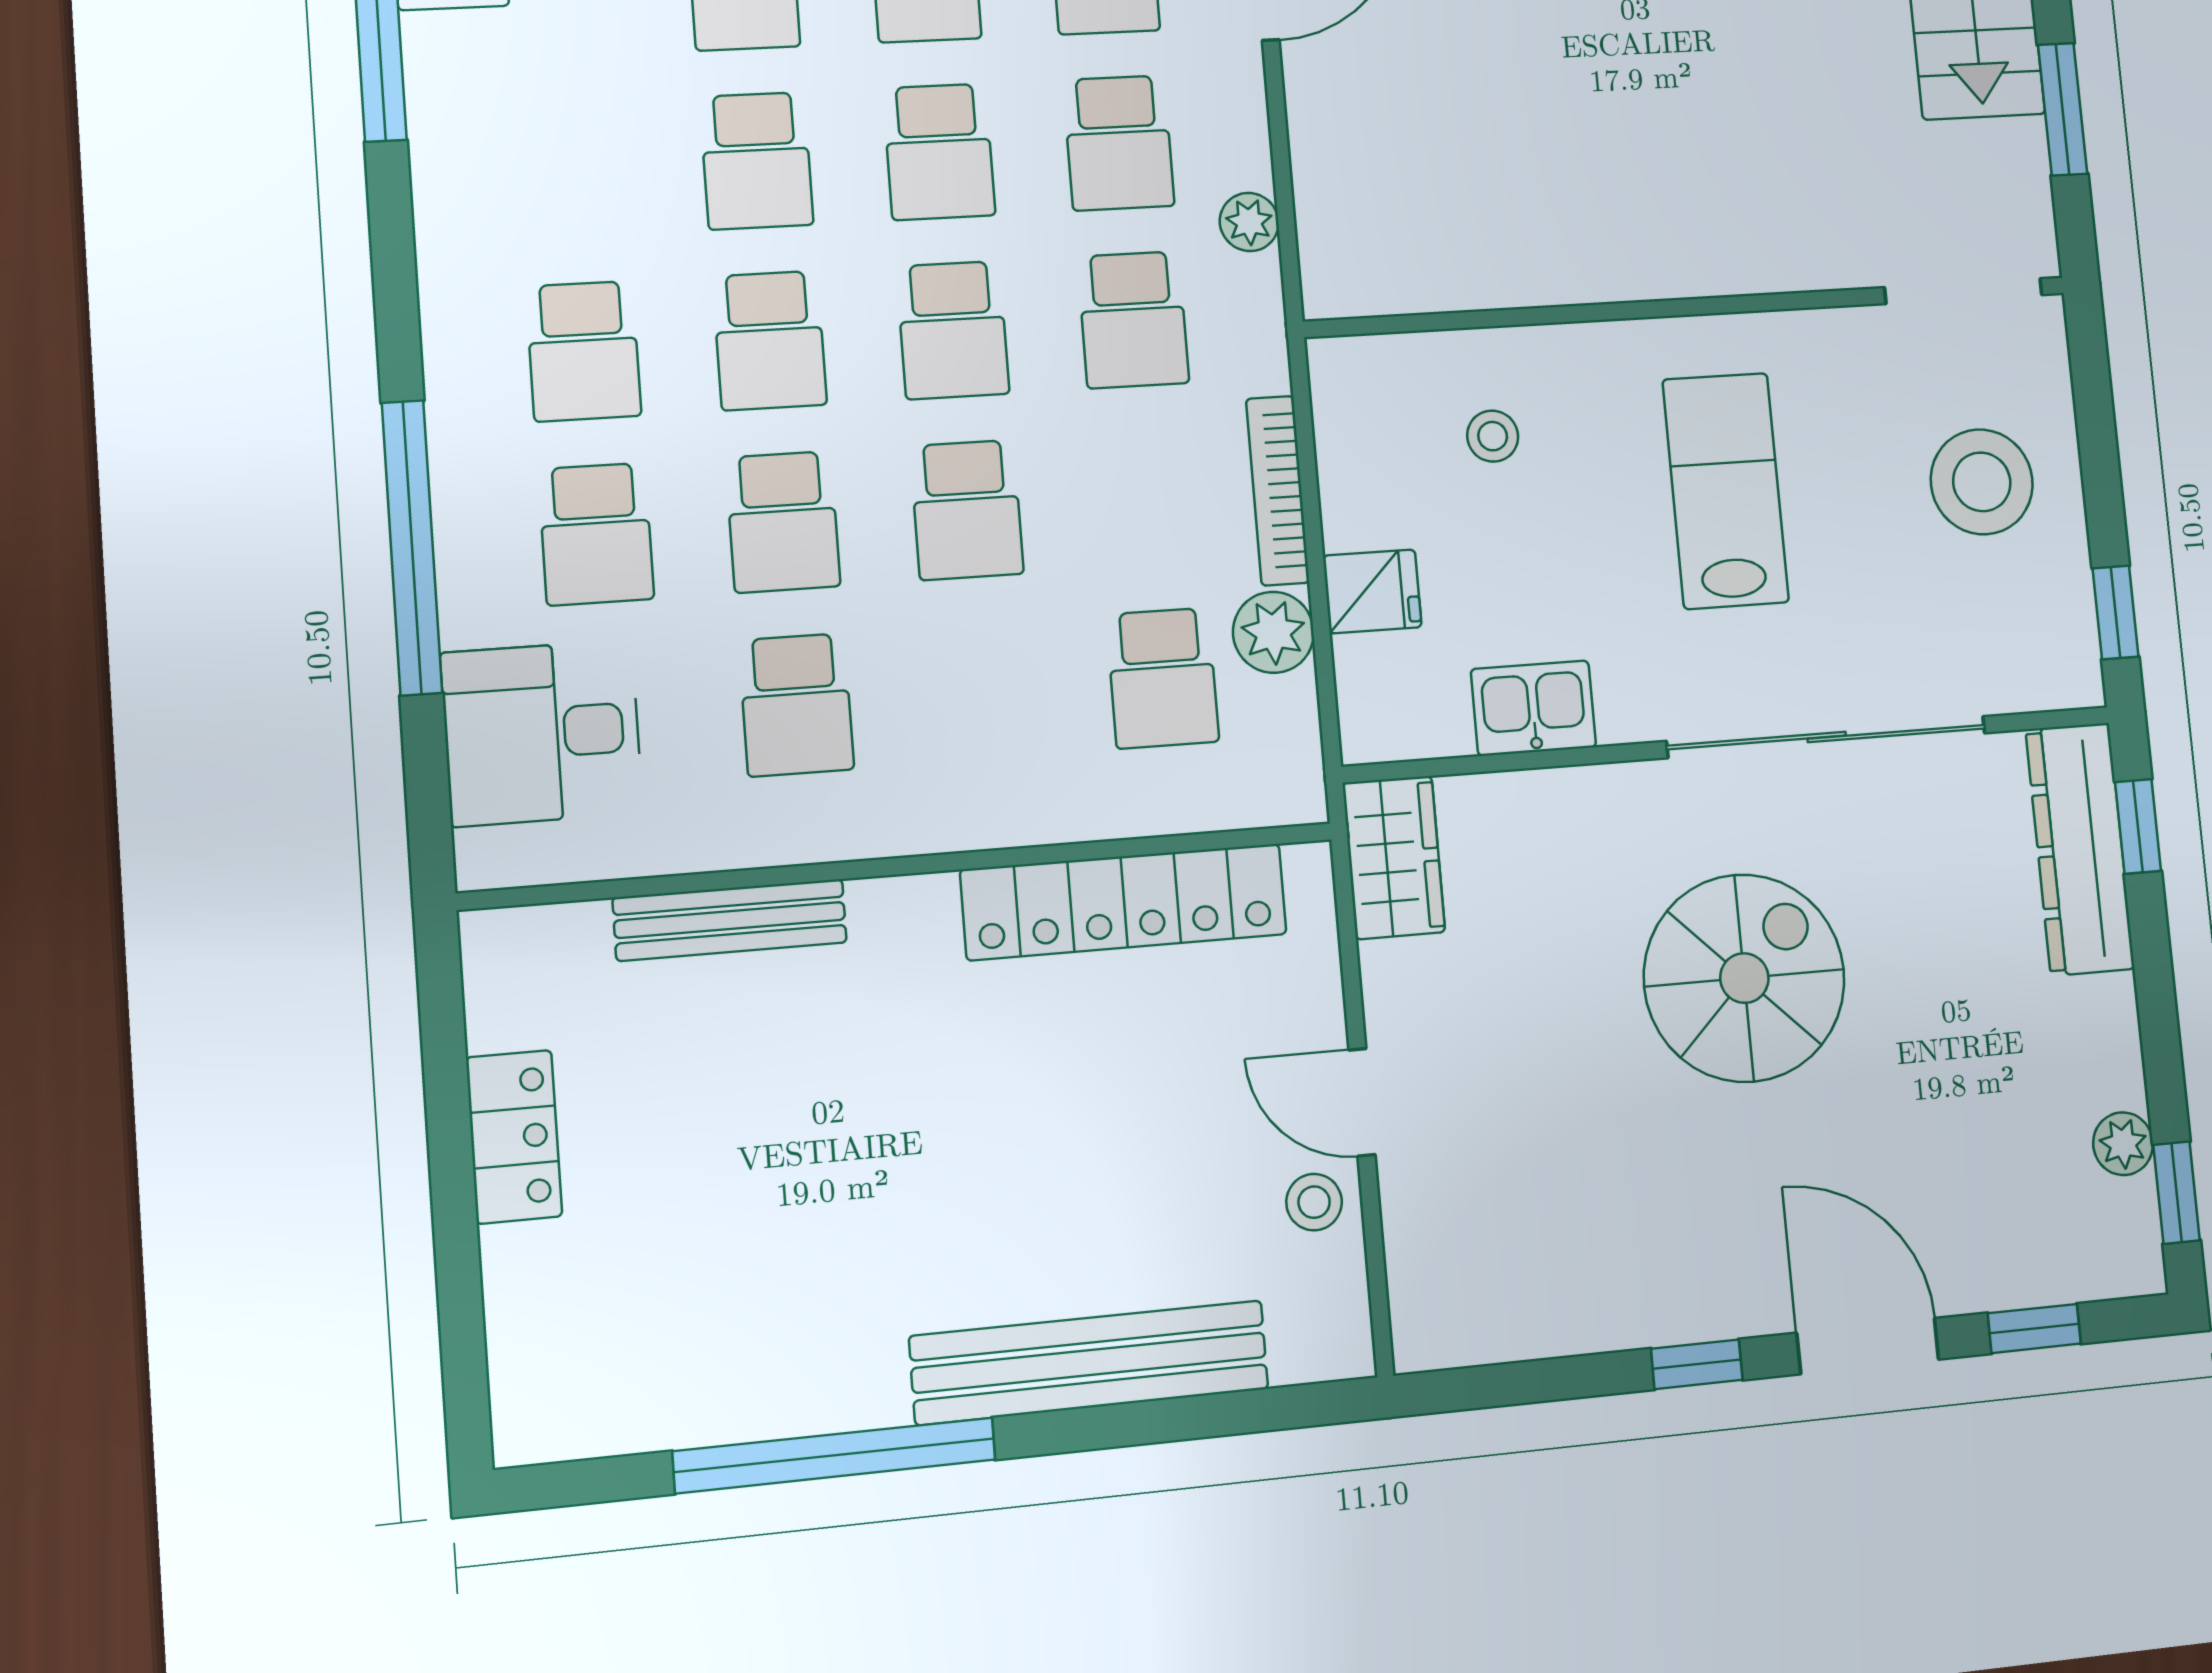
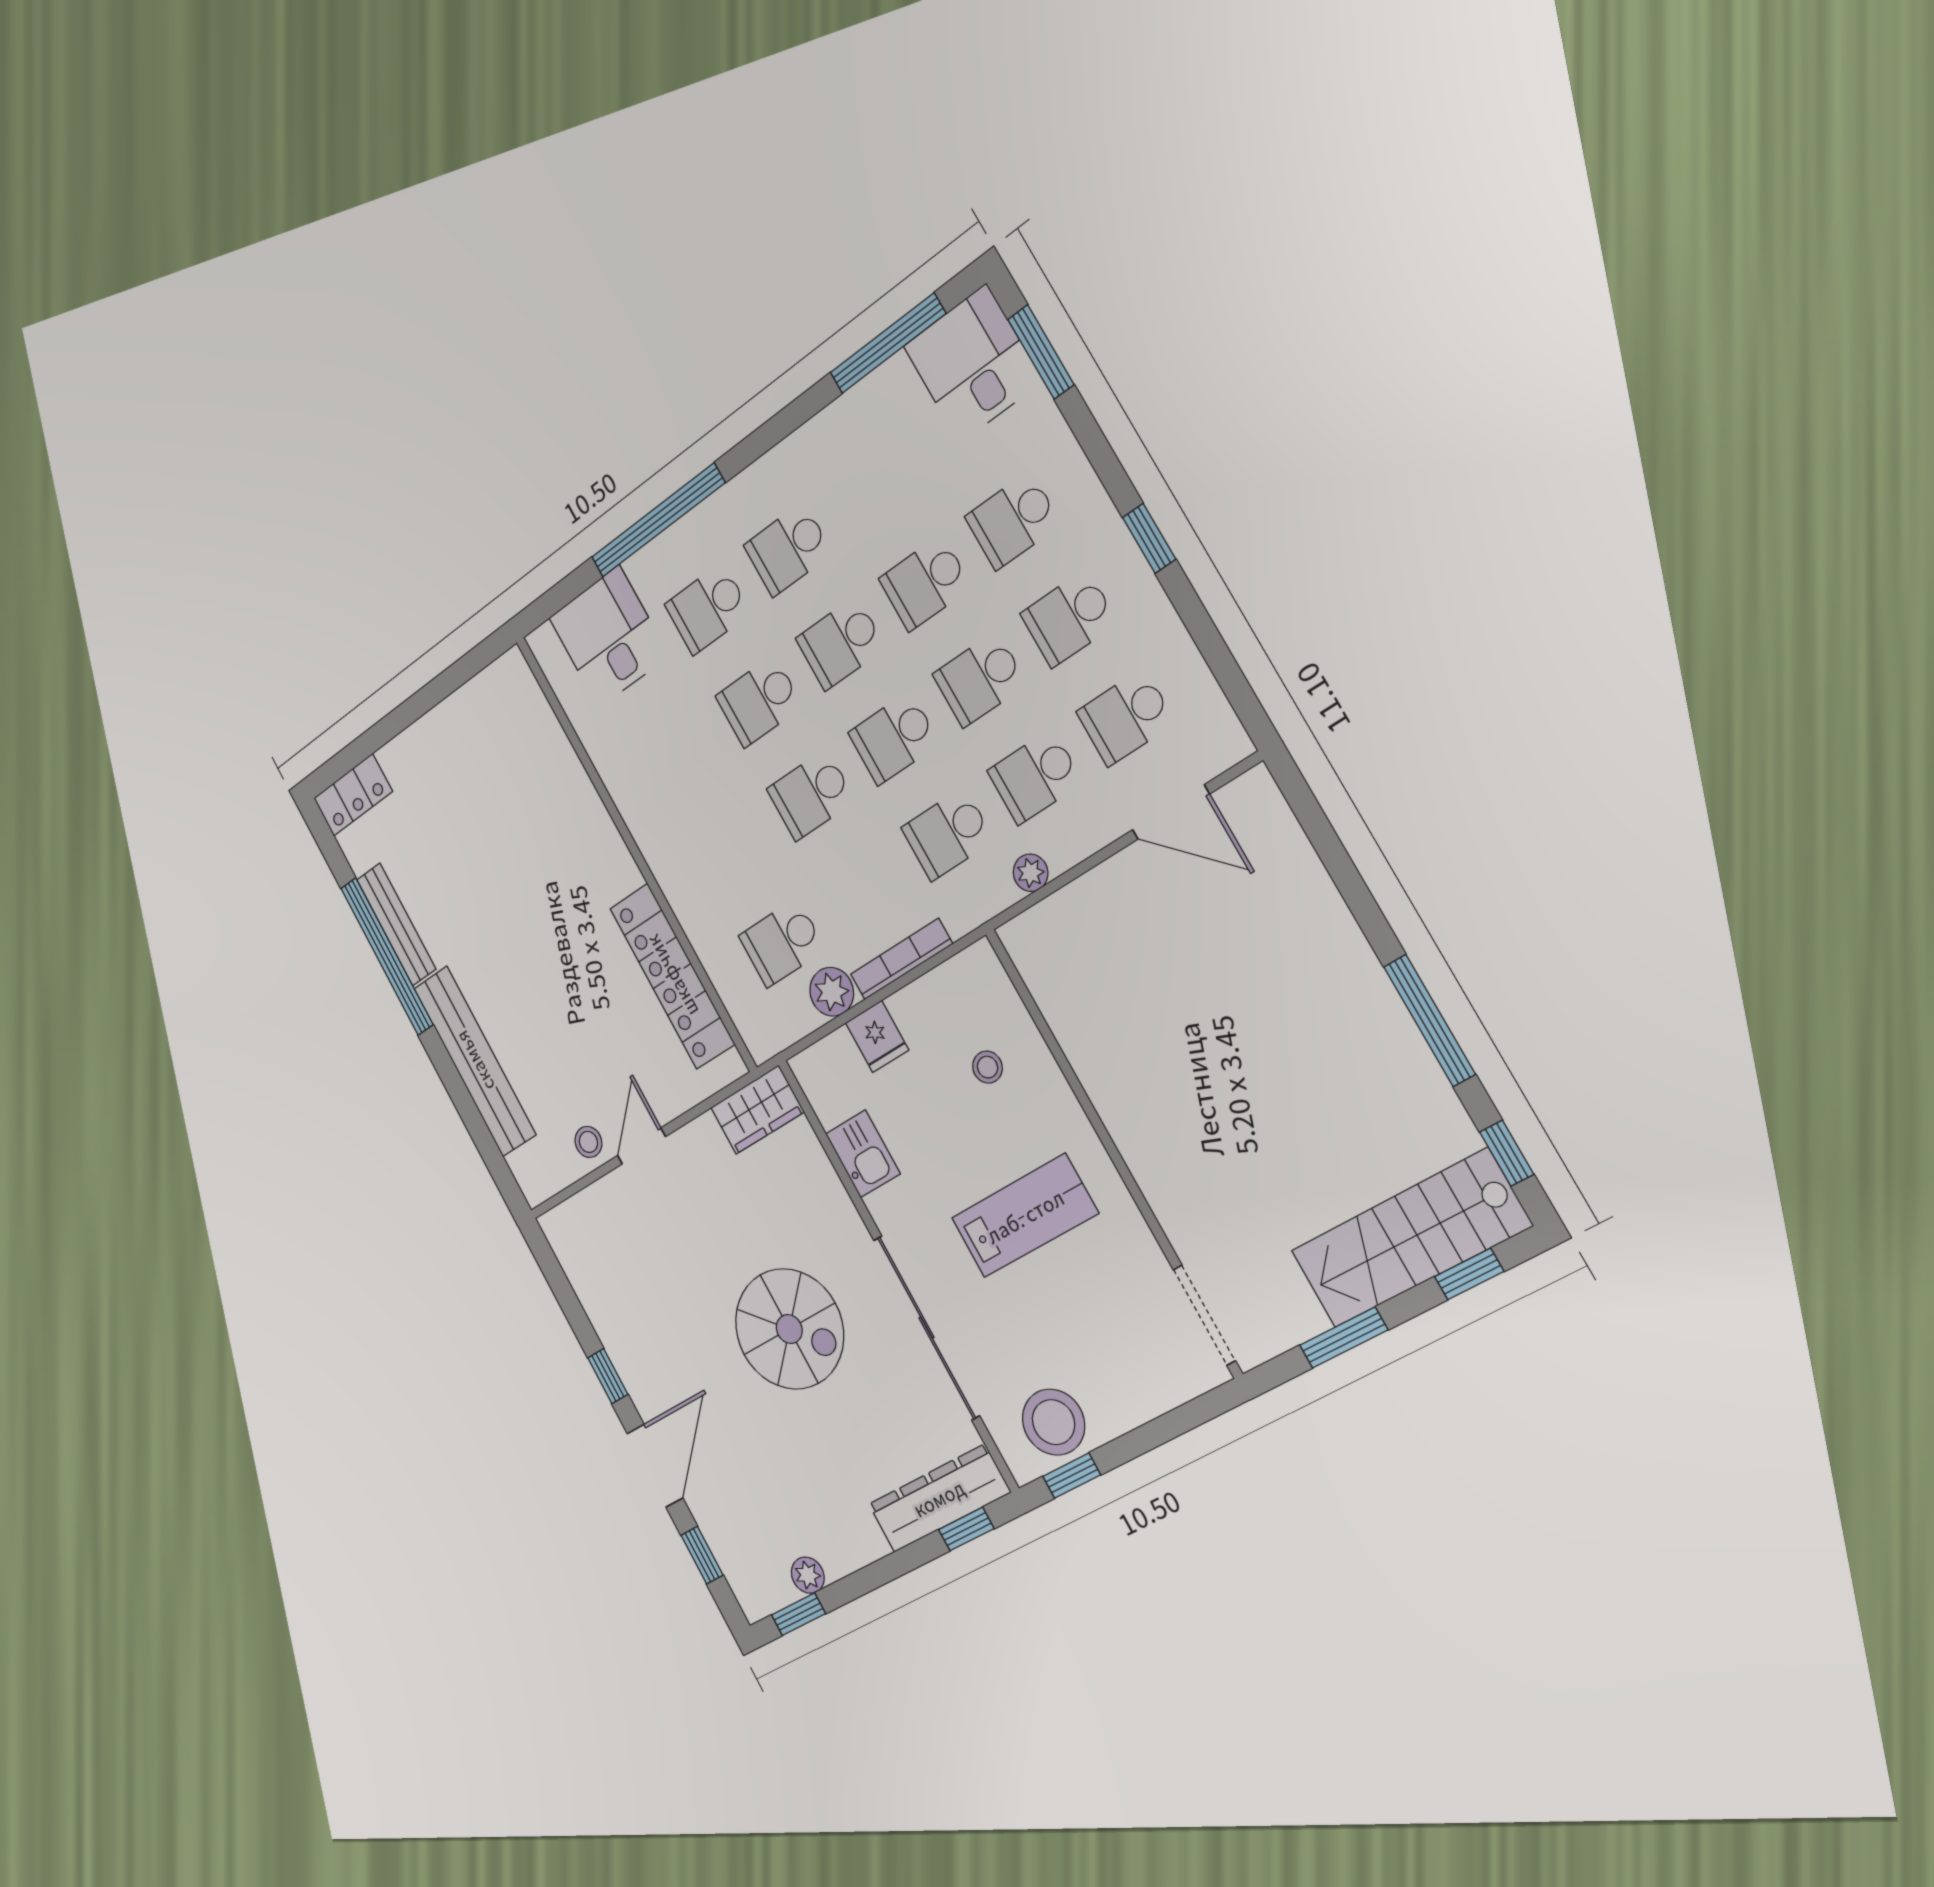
stool: (1982, 482) -> (1054, 1422), moved
school desk: (796, 705) -> (680, 757), removed
bench: (730, 920) -> (396, 924), moved
locker: (514, 1137) -> (353, 795), moved

